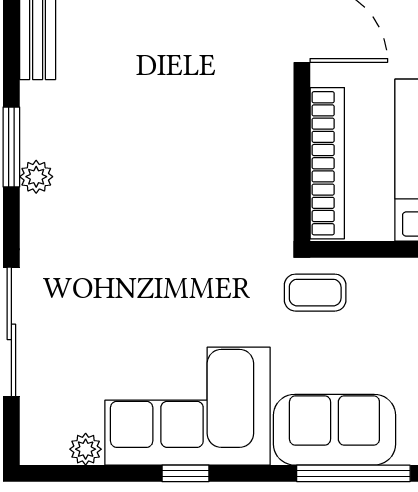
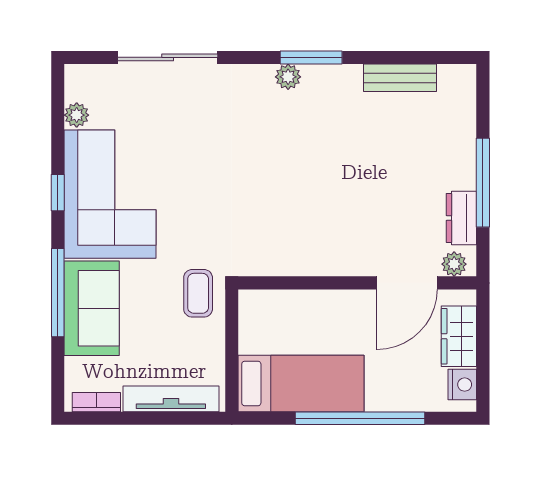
bookcase: (327, 163) -> (299, 303), removed
window: (353, 473) -> (58, 293), moved

